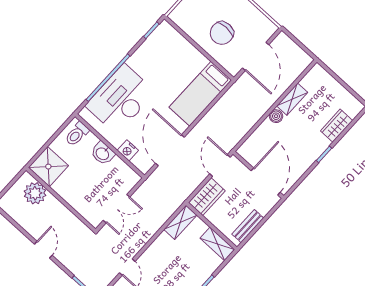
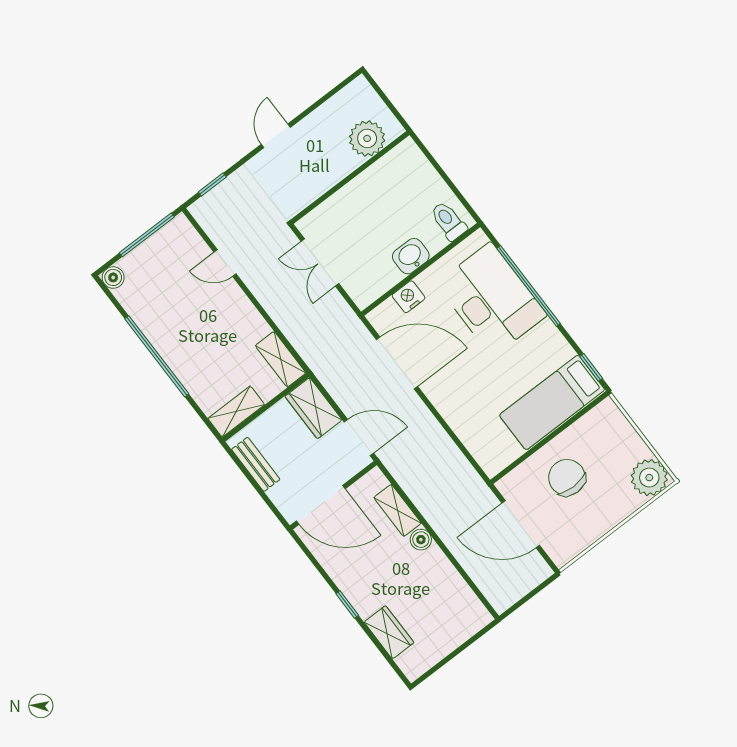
bed: (200, 94) -> (552, 402), moved, turned -90
shelving: (292, 99) -> (397, 510), moved
shower: (48, 167) -> (405, 167), removed
door: (43, 250) -> (276, 136), swing flipped

